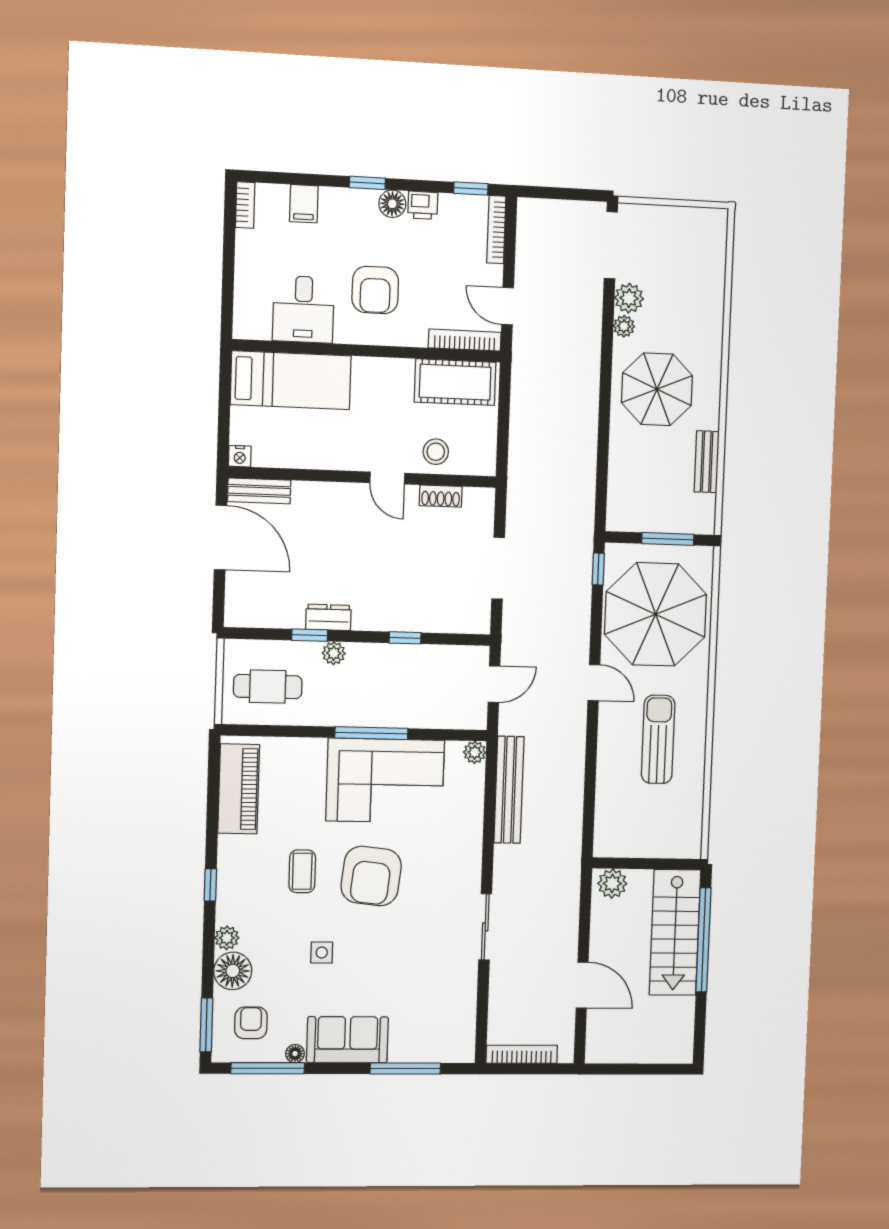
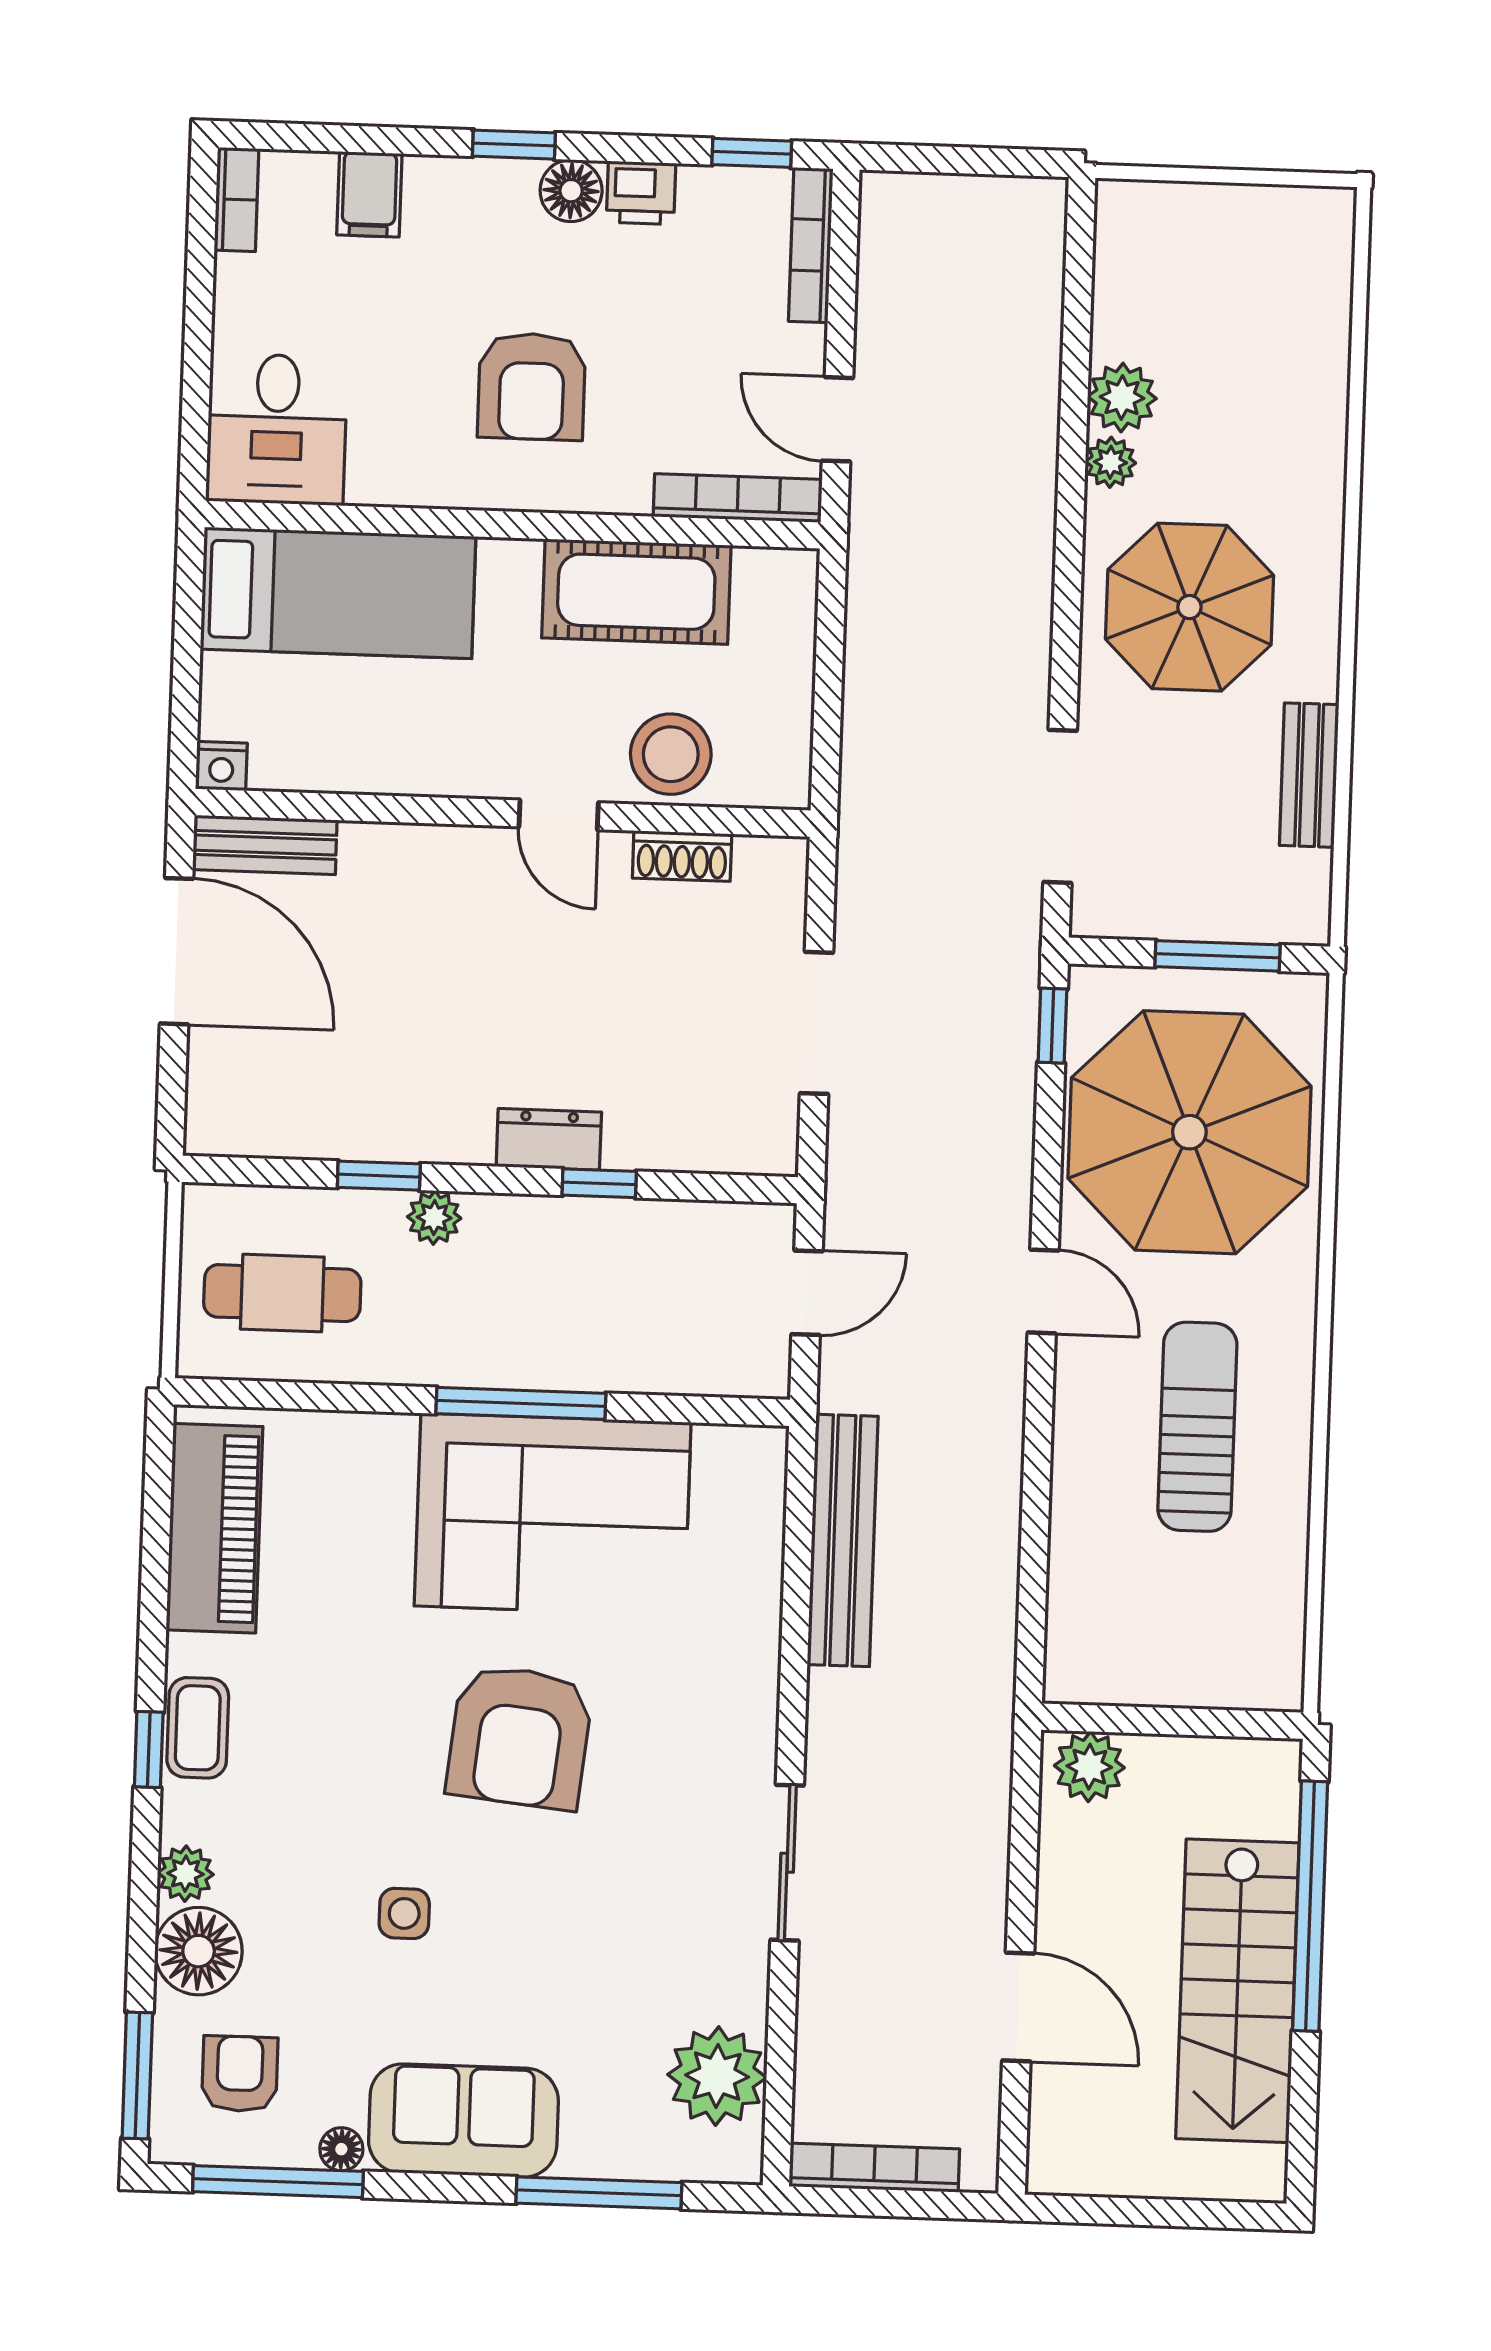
doorway: (611, 245) -> (1060, 806), moved
desk: (303, 309) -> (277, 429), moved
cot: (455, 382) -> (636, 592), moved
stool: (436, 452) -> (671, 754), width x1.38, depth x1.38
dresser: (328, 617) -> (549, 1139), moved
plant: (475, 752) -> (717, 2076), moved, width x1.88, depth x1.88
coffee table: (302, 871) -> (198, 1728), moved
stairs: (675, 932) -> (1237, 1991), moved

